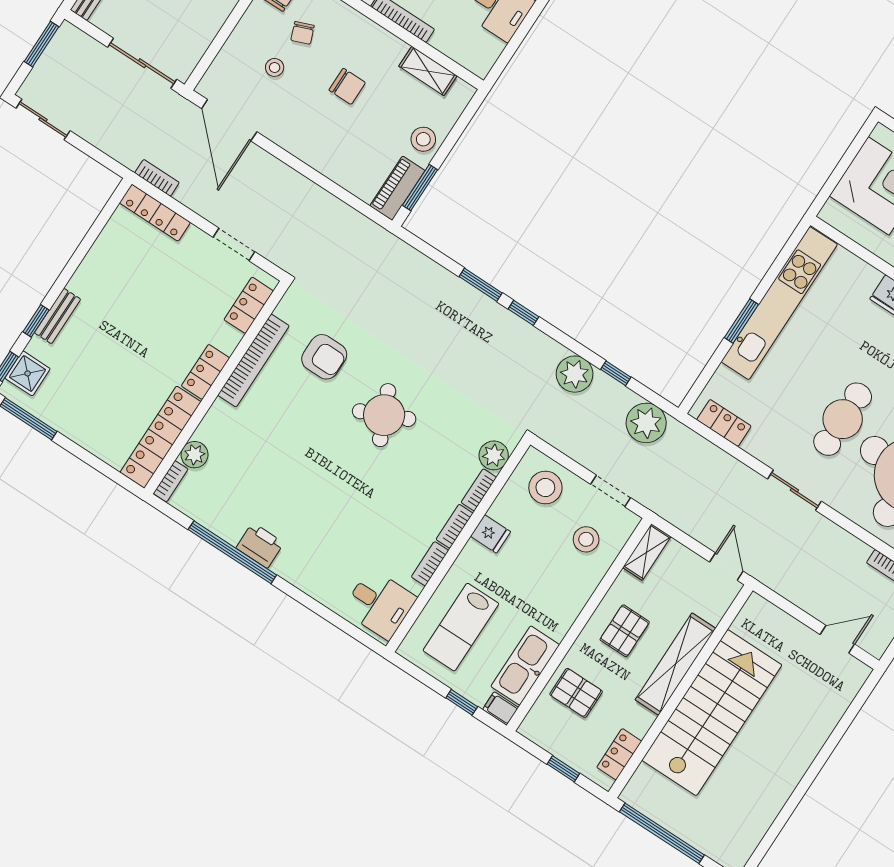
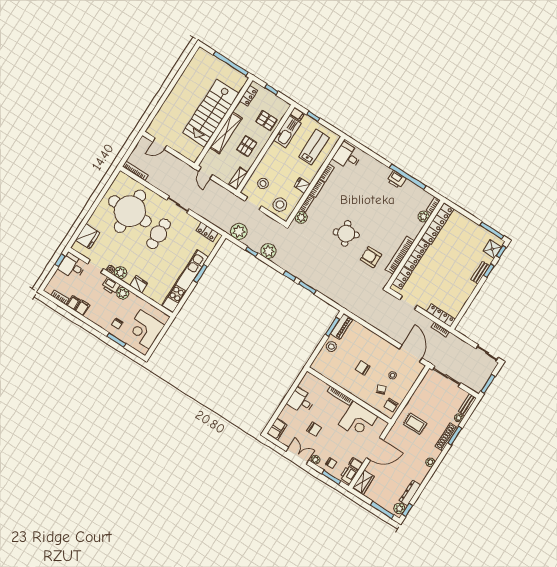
shelving: (428, 71) -> (330, 374), removed
locker: (205, 372) -> (417, 255), width x1.53

